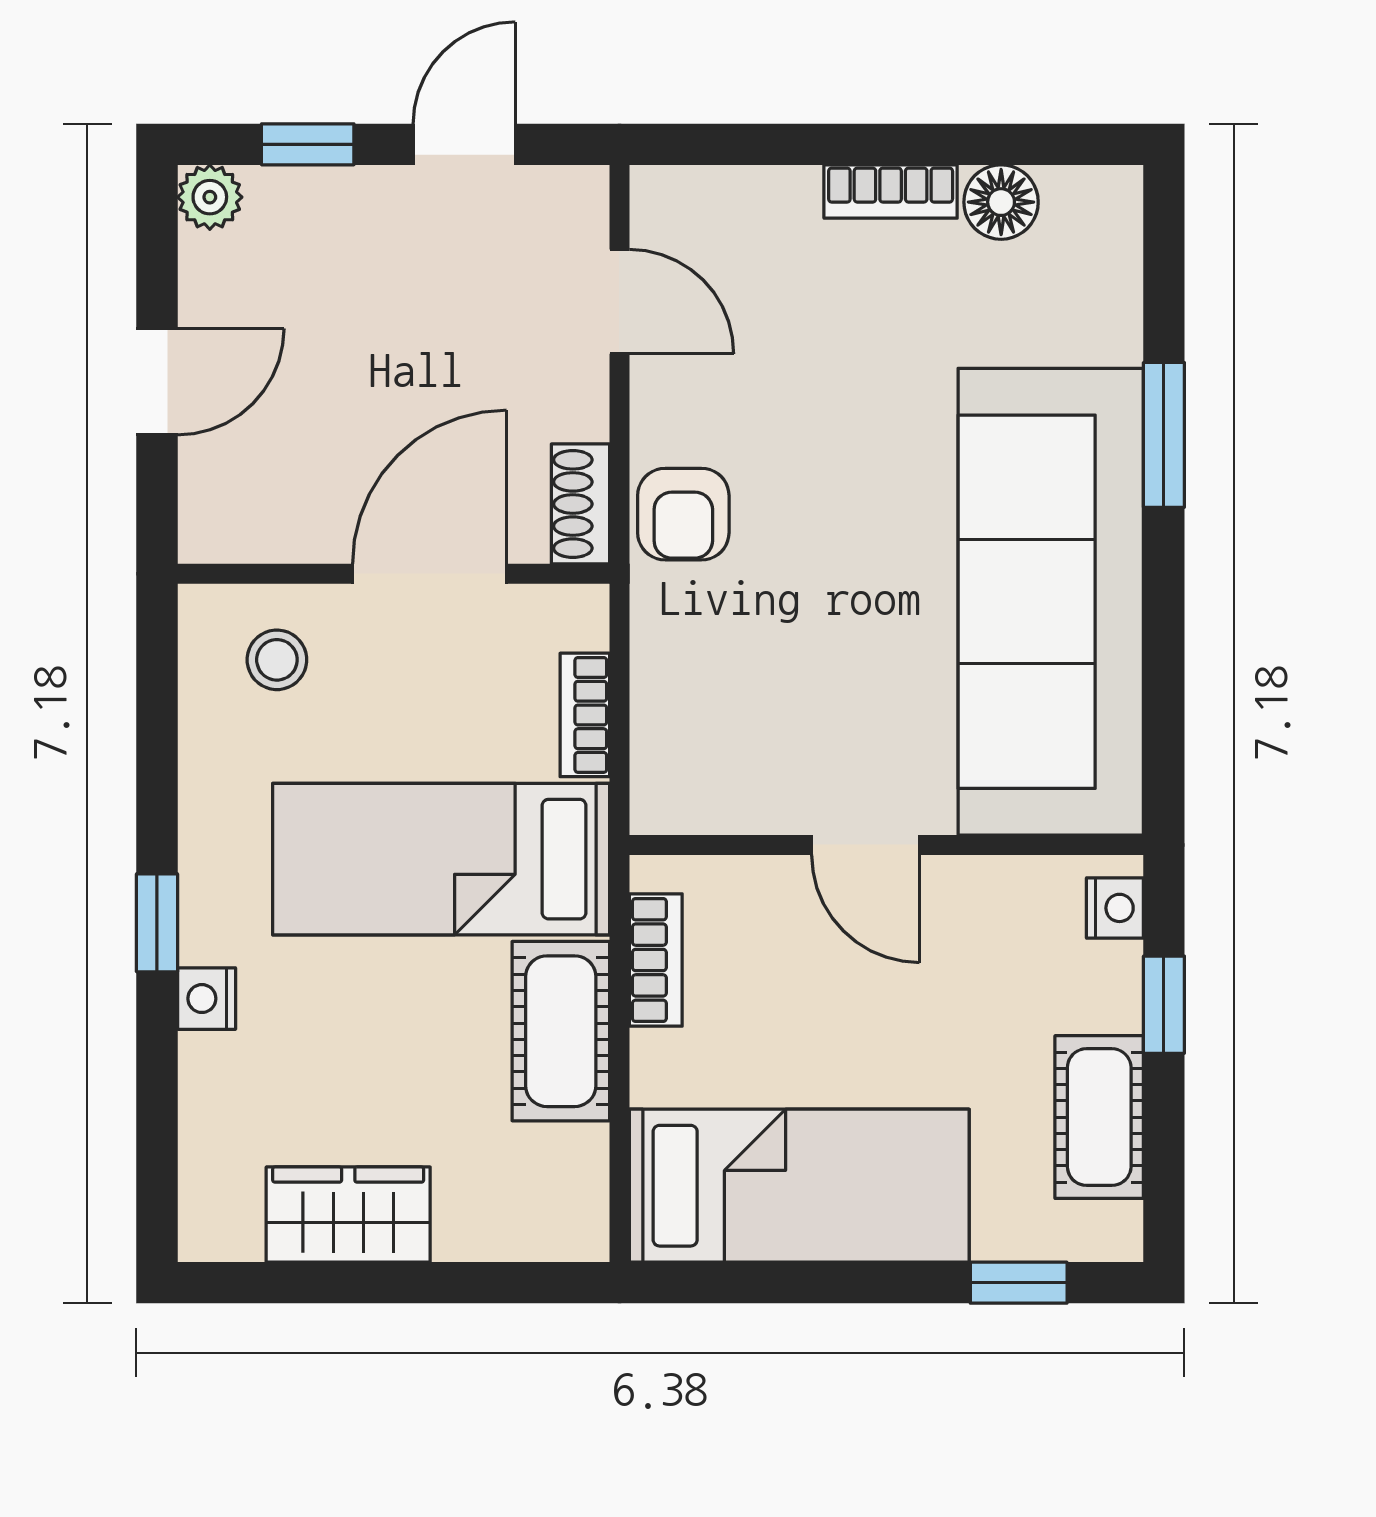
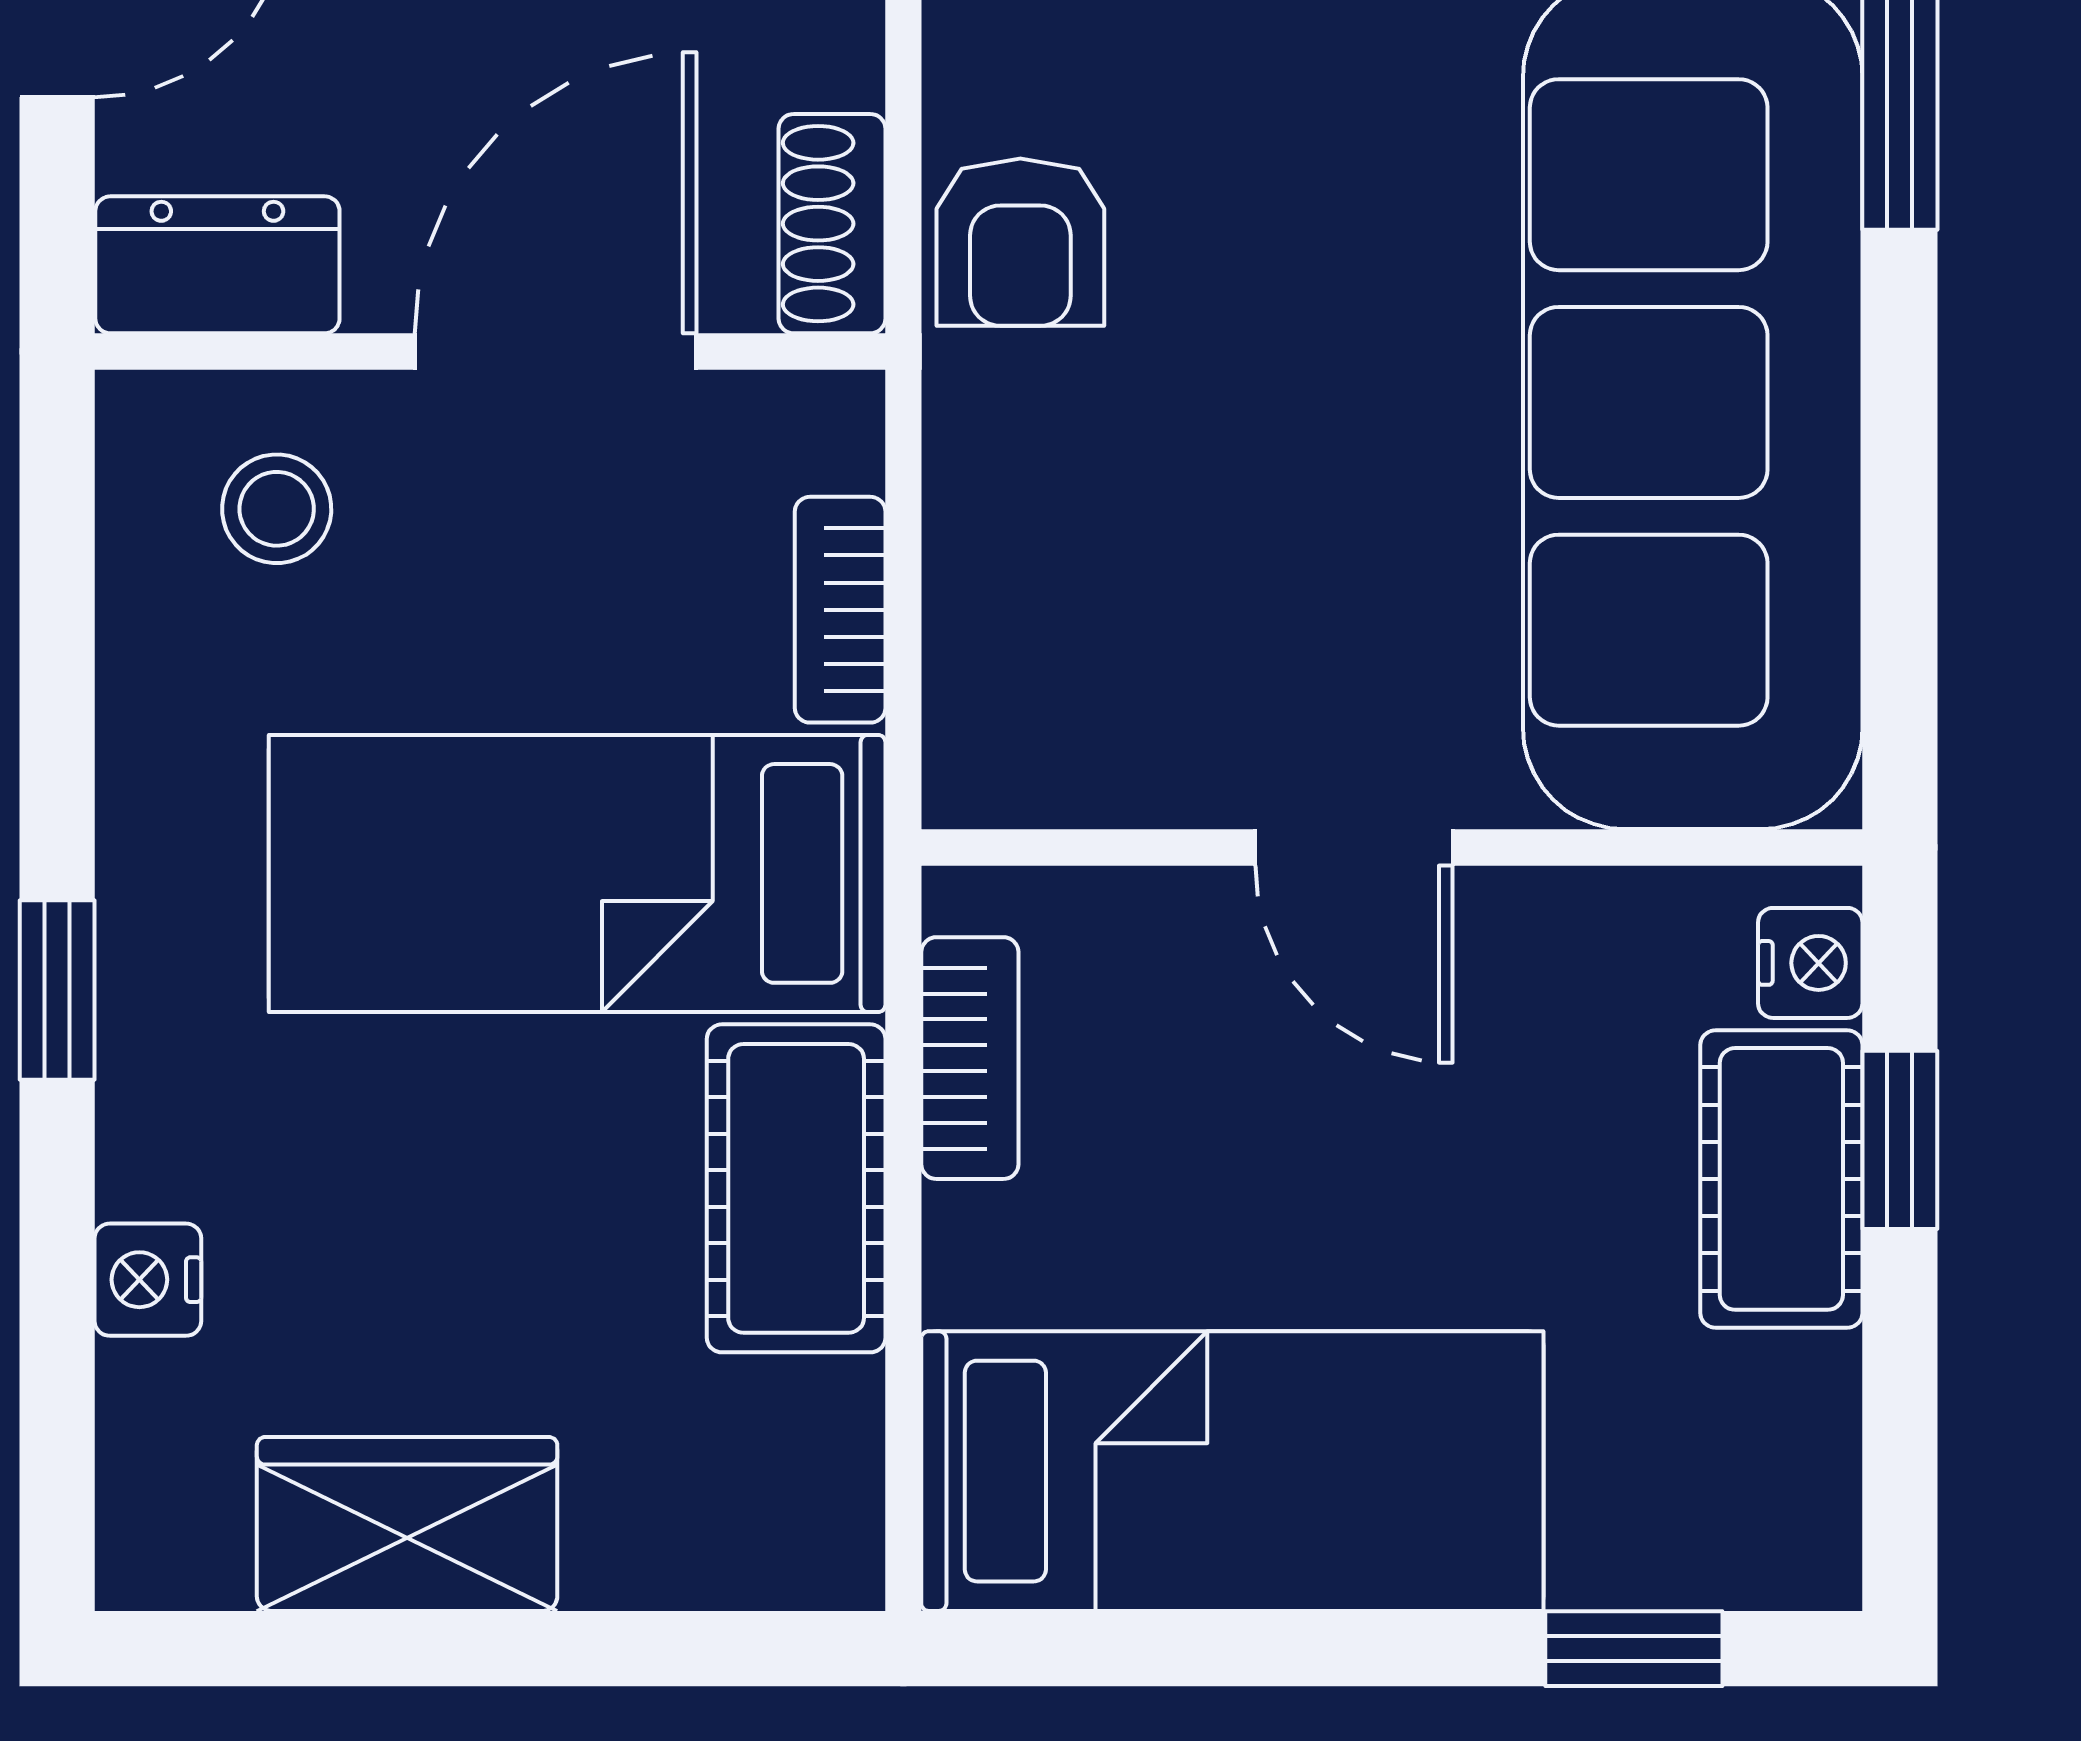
dresser: (245, 526) -> (217, 265), added
nightstand: (207, 999) -> (148, 1280), moved
cot: (1099, 1117) -> (1781, 1179), moved

